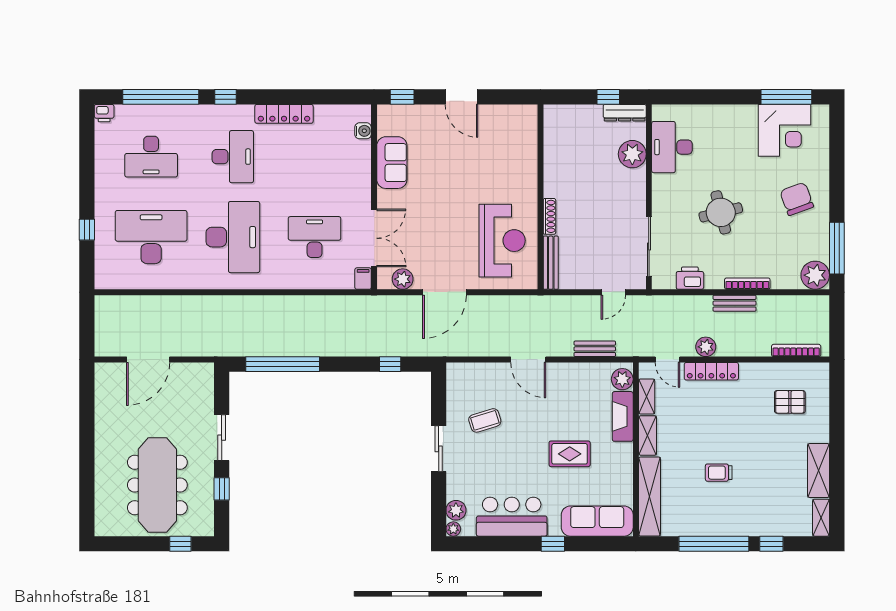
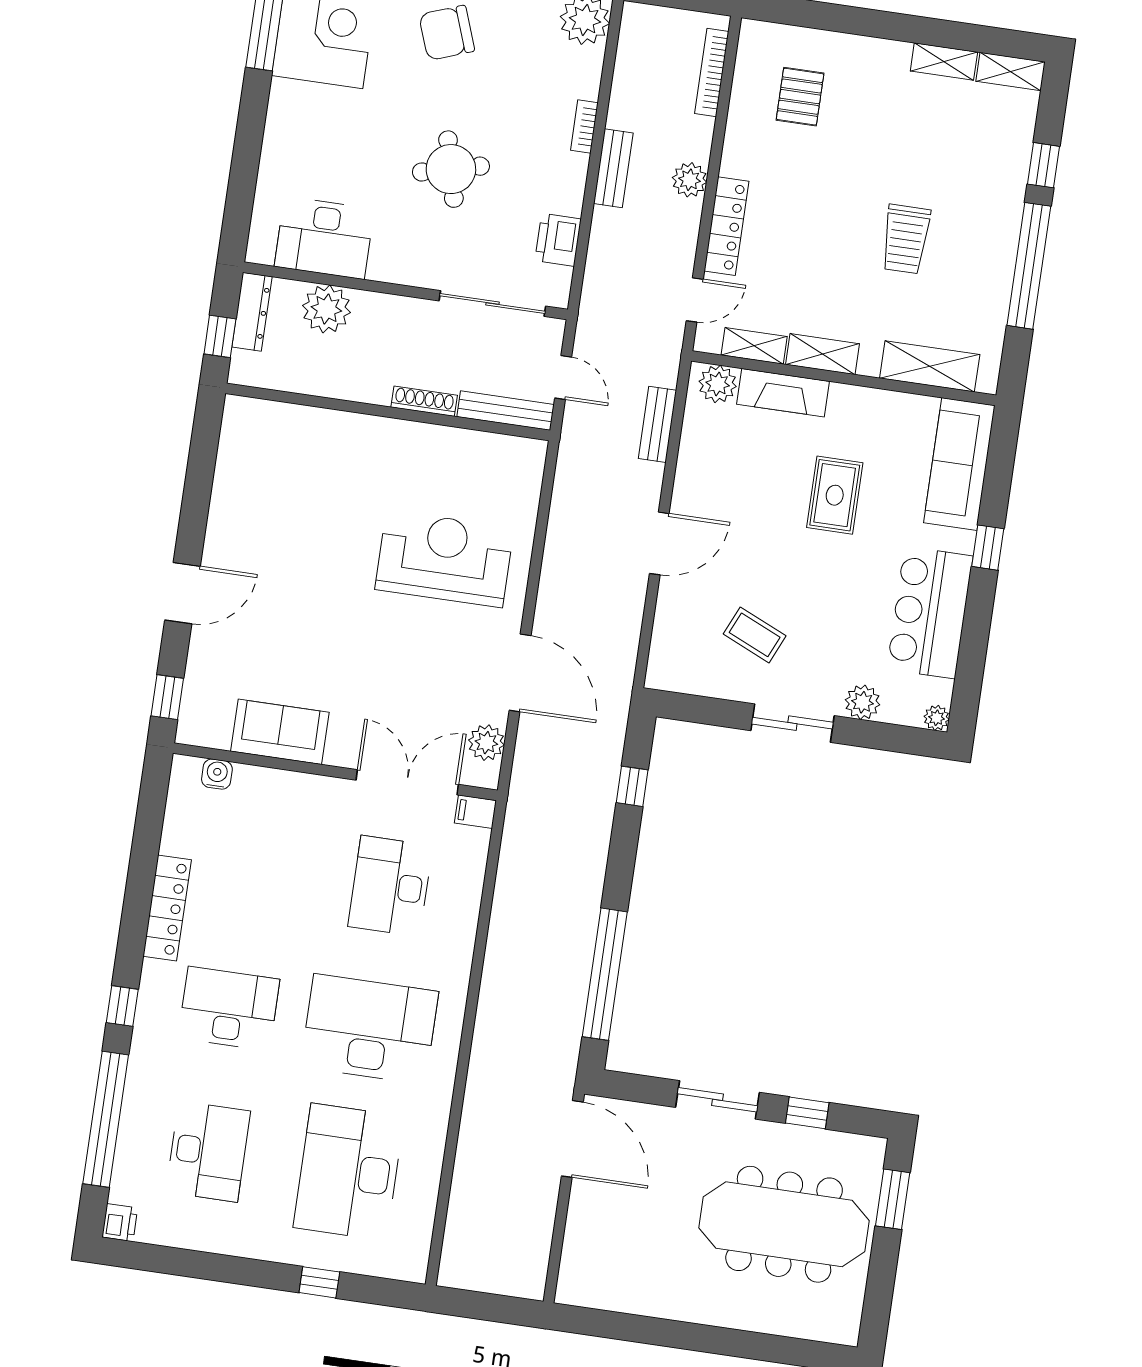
wall: (540, 197) -> (388, 412), moved
shoe rack: (549, 216) -> (424, 401), moved
bench: (551, 263) -> (506, 411), moved
bookcase: (747, 284) -> (584, 127), width x0.64
plant: (706, 347) -> (690, 180), moved
door: (148, 360) -> (572, 1139), moved
coffee table: (485, 420) -> (755, 635), turned -49
shelving: (819, 471) -> (944, 61), width x0.67, depth x0.75
trolley: (719, 473) -> (906, 239), width x1.36, depth x1.39
shelving: (649, 496) -> (930, 366), width x0.68
plant: (456, 510) -> (863, 702), moved
window: (180, 544) -> (893, 1199), width x1.50

